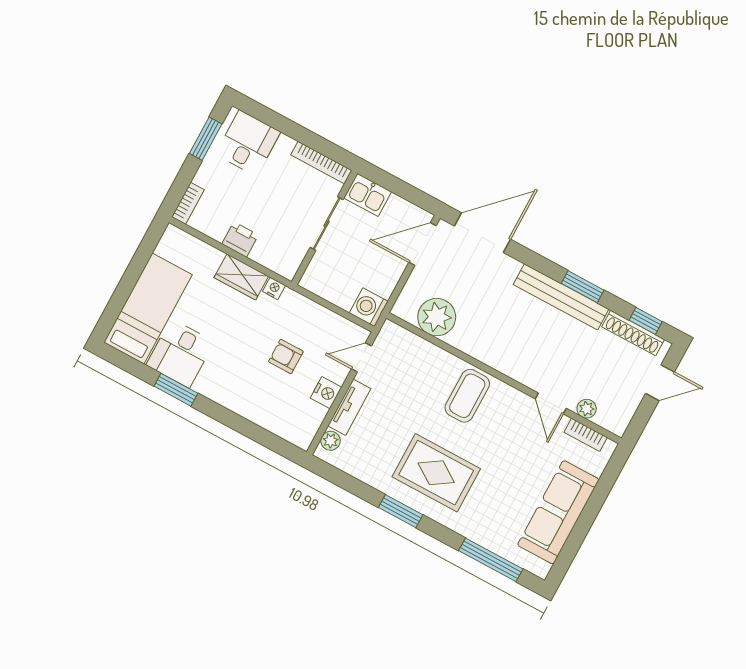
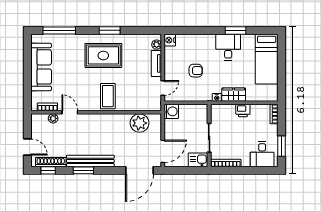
desk: (180, 353) -> (228, 47), moved
door: (660, 383) -> (27, 147), swing flipped
nightstand: (326, 393) -> (170, 40), moved

